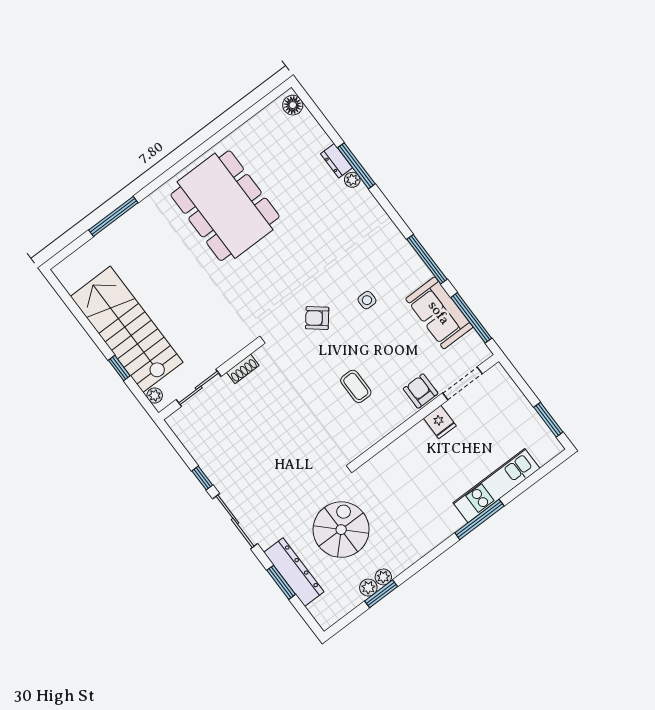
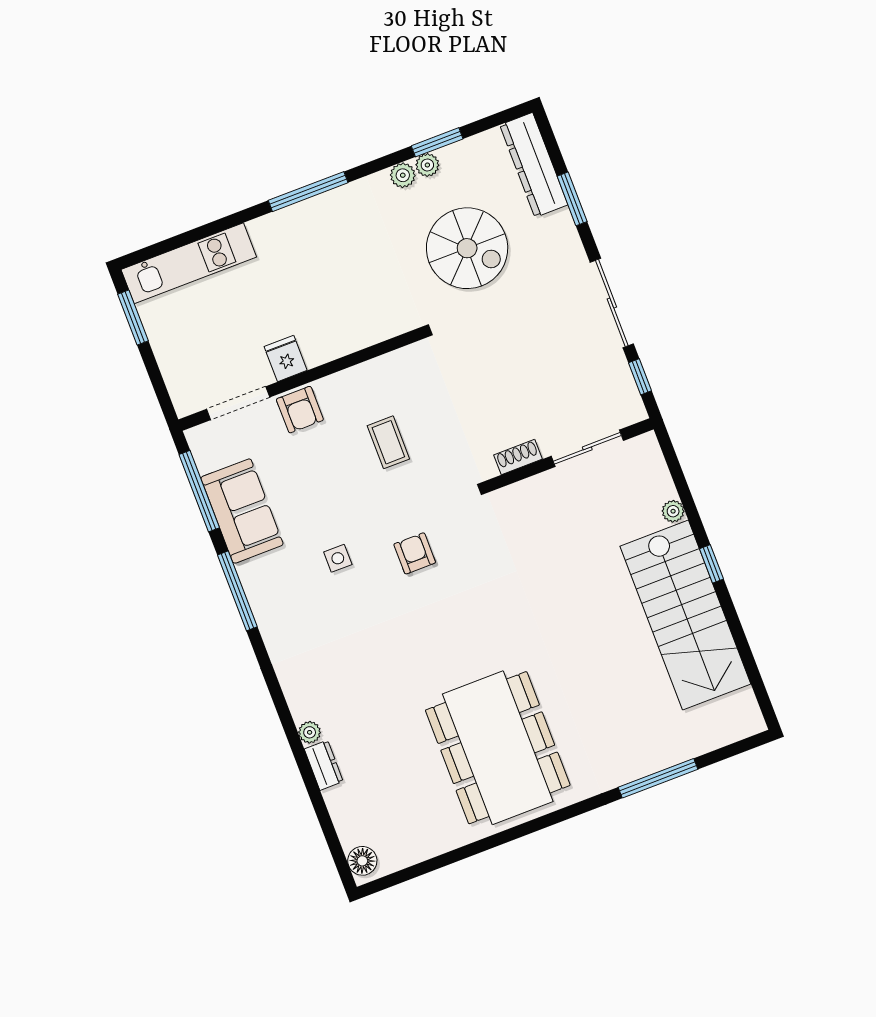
window: (356, 166) -> (298, 750), removed
armchair: (317, 318) -> (415, 553), turned -129
shoe rack: (243, 369) -> (518, 457), moved
wall: (208, 381) -> (571, 455), moved
sliding door: (199, 388) -> (587, 448), moved
kitchen unit: (496, 486) -> (189, 263), moved
window: (479, 519) -> (308, 192), moved
spiral stairs: (341, 530) -> (467, 248), turned -90
dresser: (294, 572) -> (534, 165), moved
plant: (368, 588) -> (403, 175), moved

